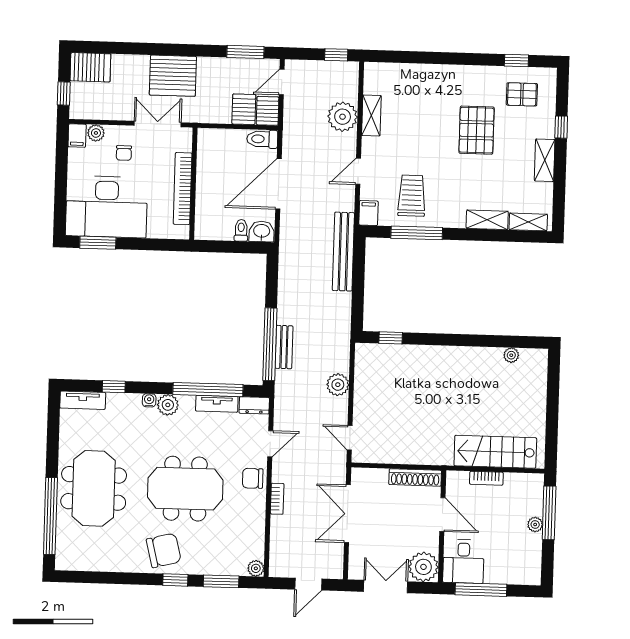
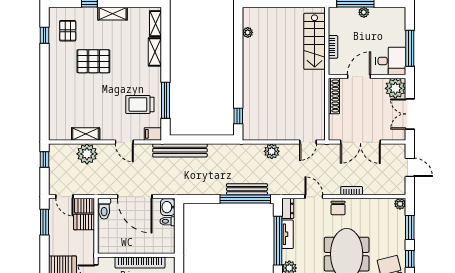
bench: (284, 347) -> (247, 189), width x1.36

